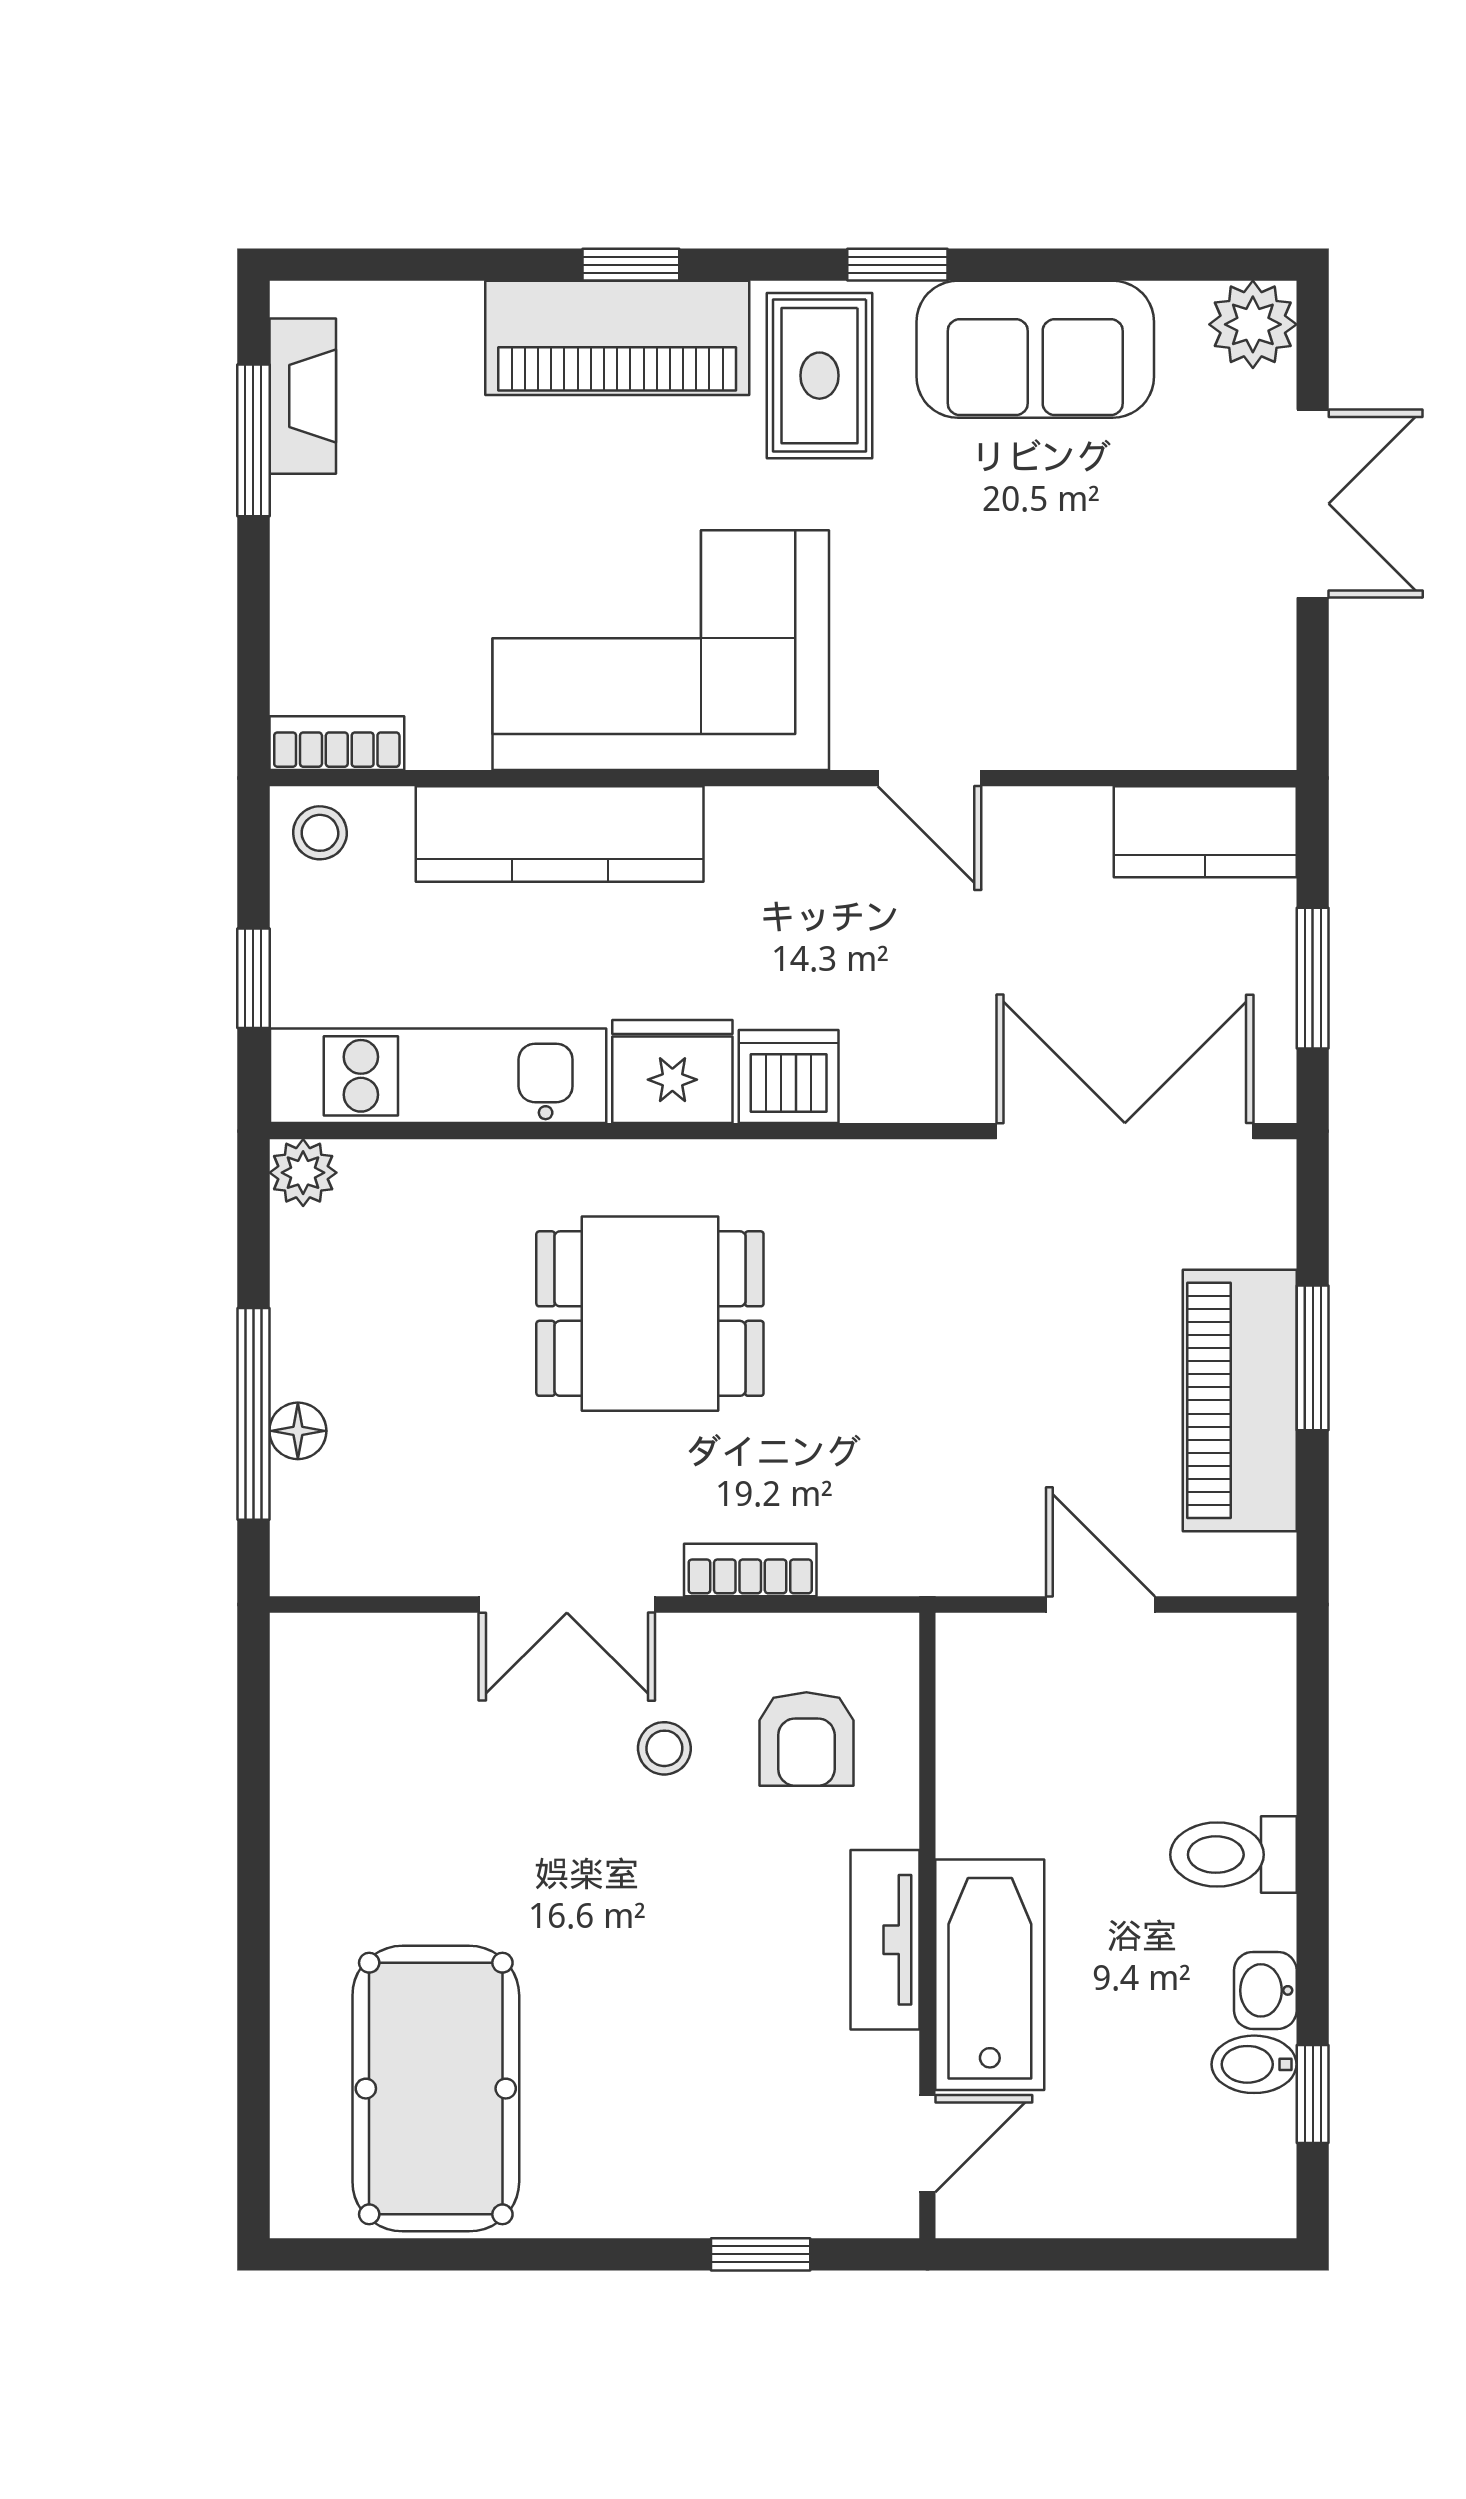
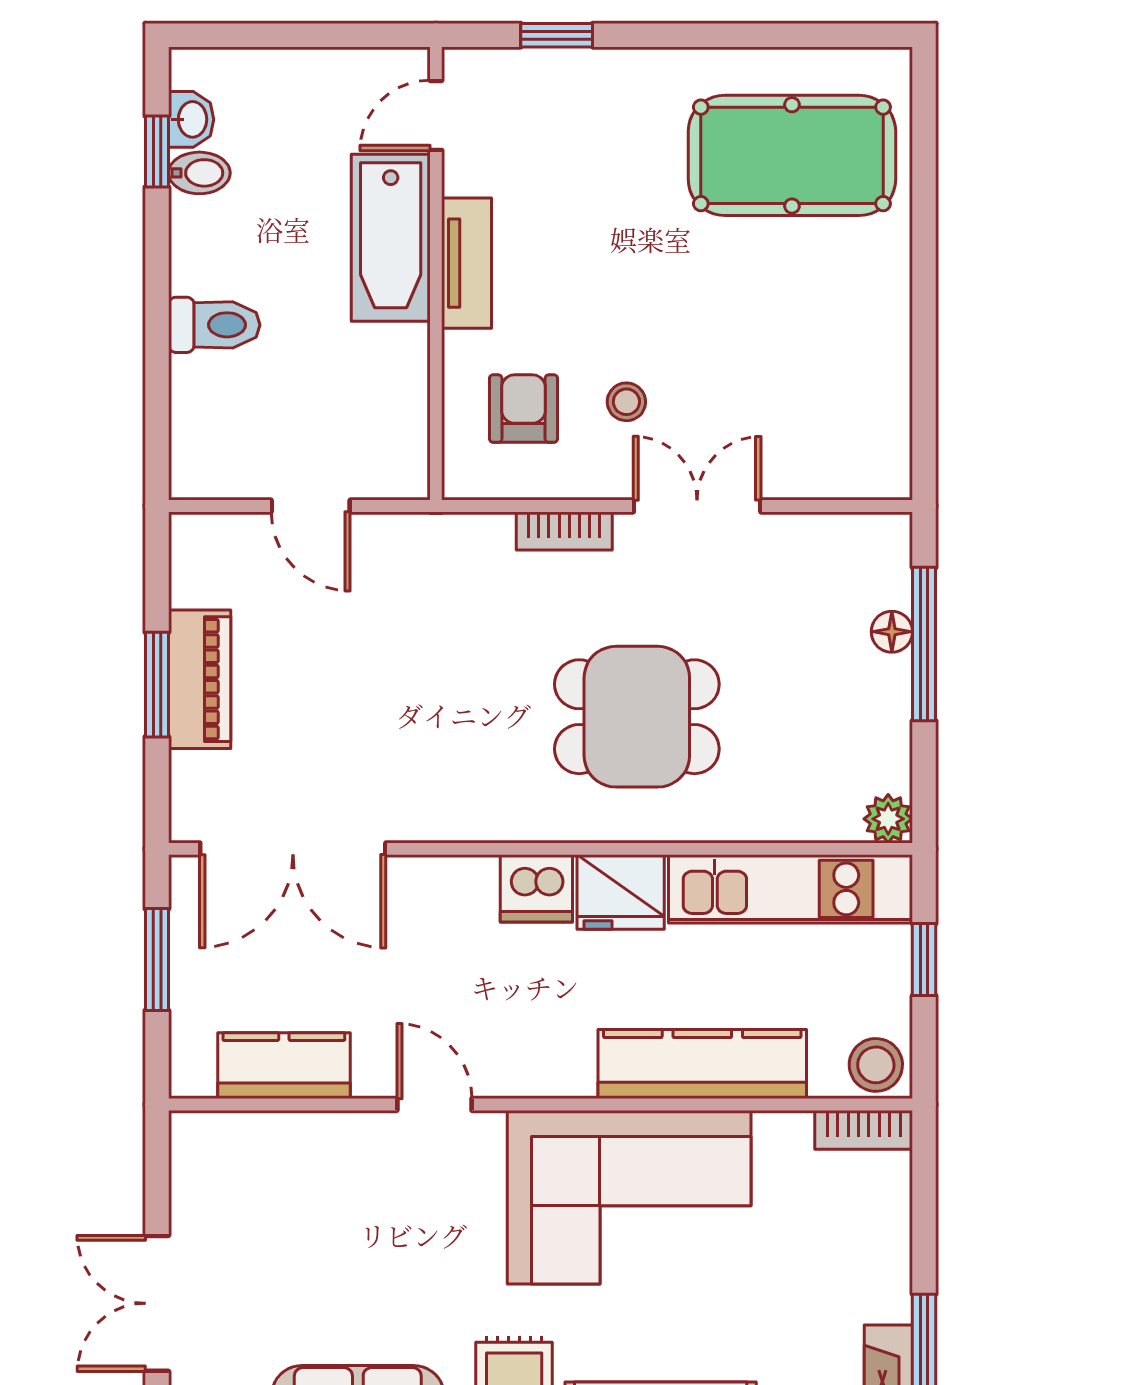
kitchen counter: (1205, 832) -> (284, 1066), moved
stool: (320, 833) -> (876, 1065), width x1.37, depth x1.37
piano: (1240, 1400) -> (200, 679), width x0.73, depth x0.75
washbasin: (1265, 1990) -> (191, 119), moved
pool table: (436, 2089) -> (792, 155), turned 90

